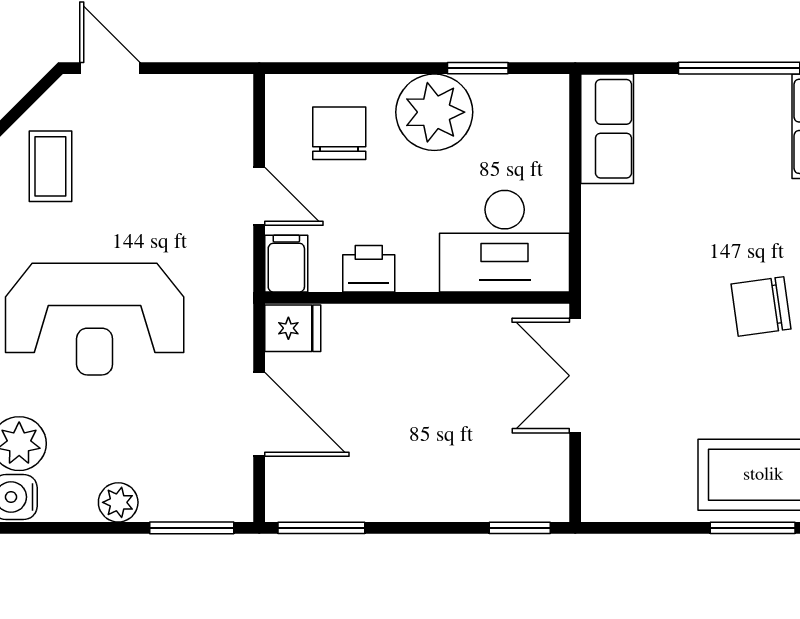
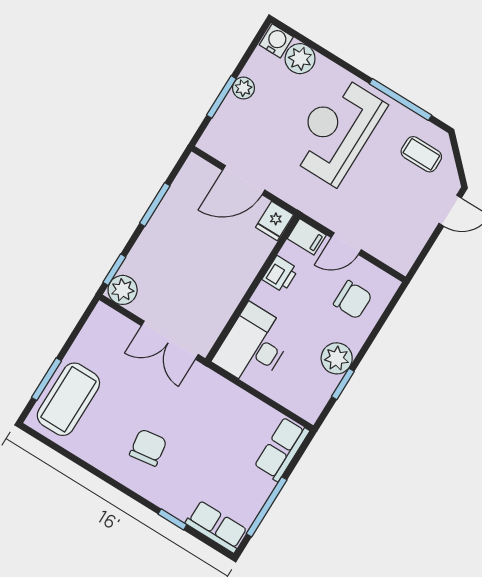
plant: (434, 112) -> (337, 358), width x0.73, depth x0.73
row of seats: (607, 129) -> (282, 449), moved, turned 90
double door: (575, 376) -> (170, 340), swing flipped
plant: (543, 496) -> (123, 290), added
window: (192, 528) -> (221, 97), moved
window: (321, 528) -> (155, 205), moved

